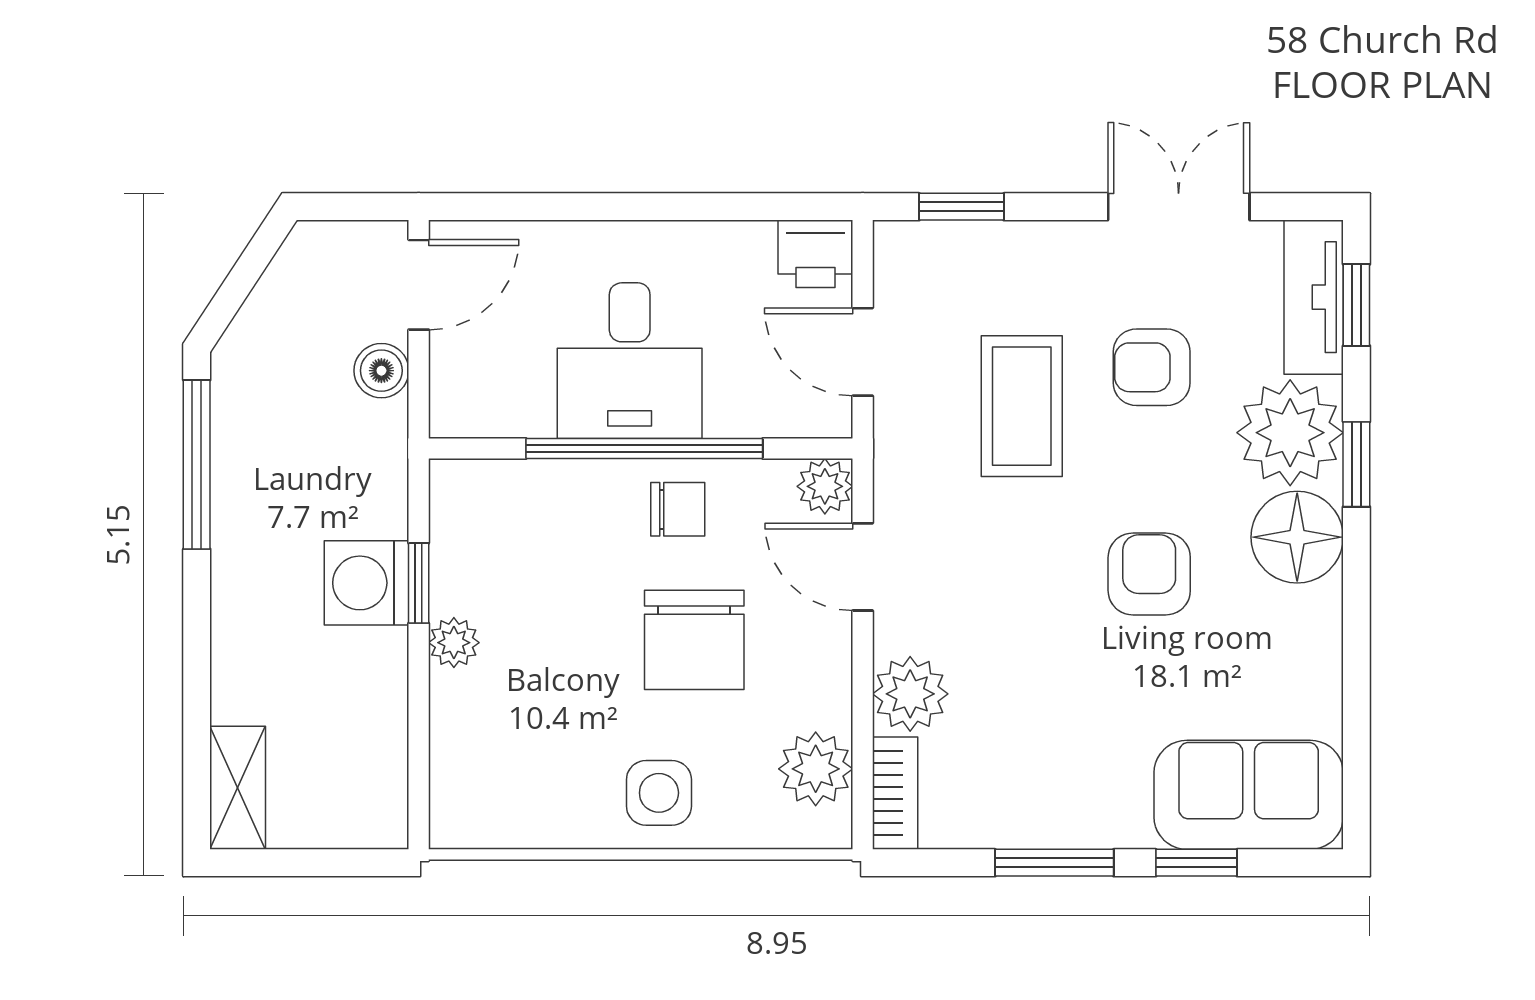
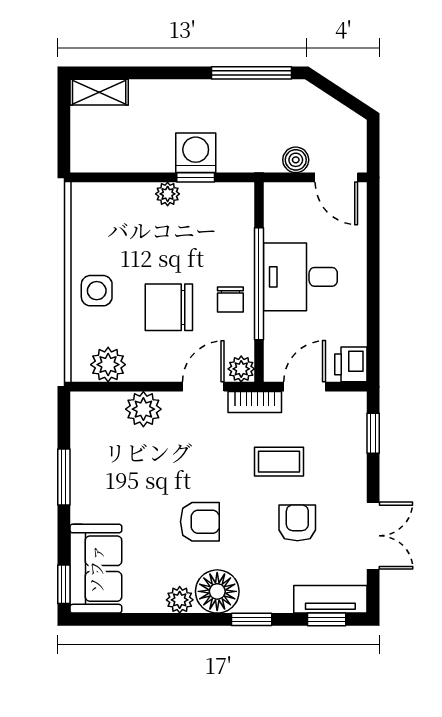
coffee table: (1022, 406) -> (279, 462), width x0.73, depth x0.77
plant: (1290, 433) -> (180, 600), moved, width x0.53, depth x0.53
bookcase: (895, 793) -> (255, 402), moved
window: (1196, 863) -> (64, 584), moved

